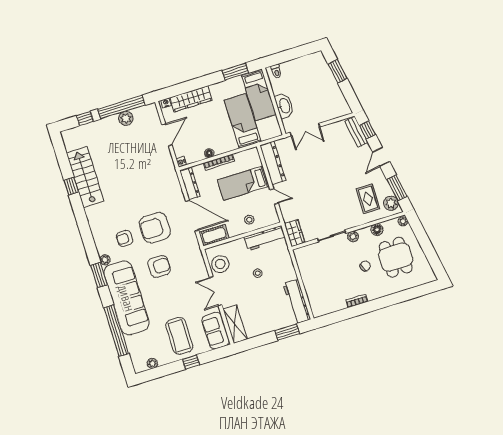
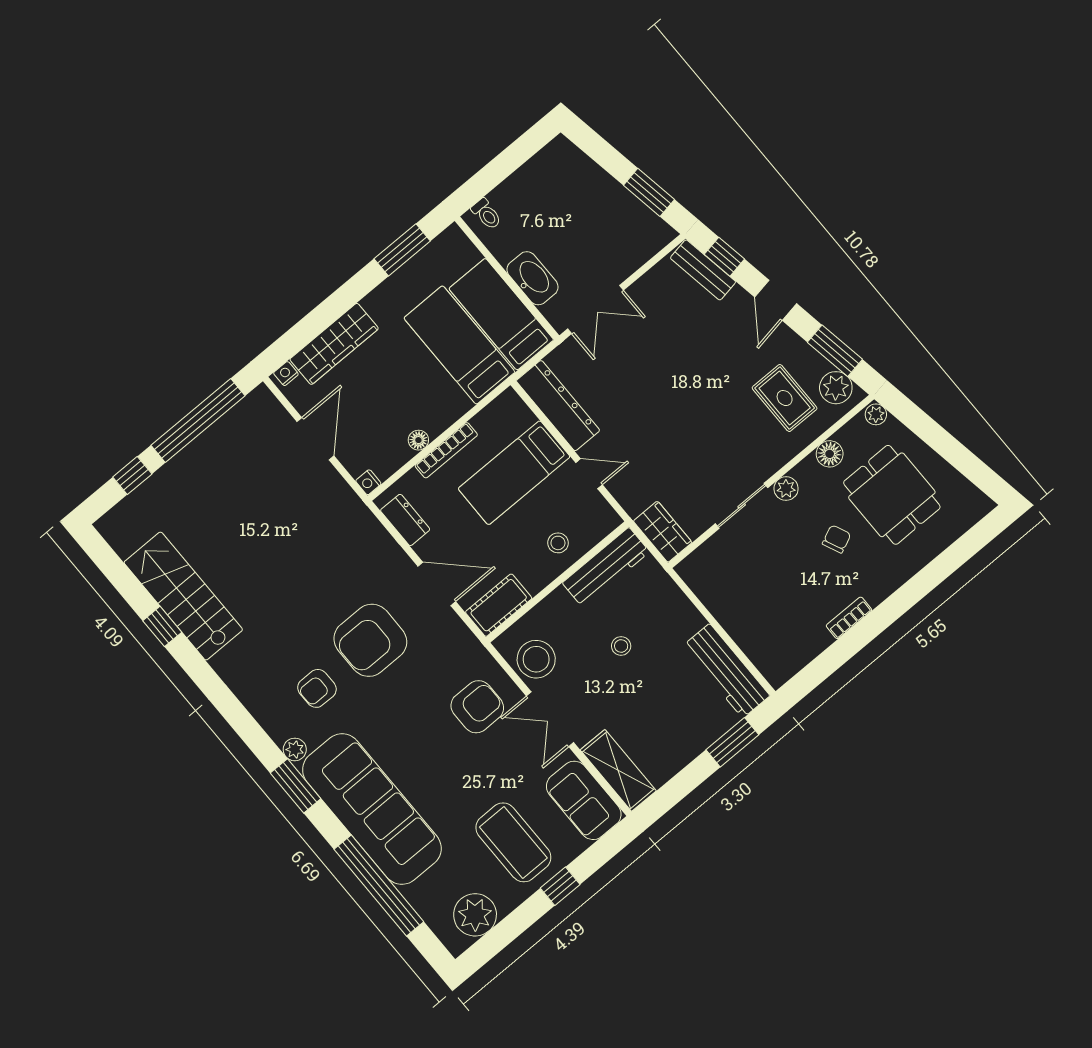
window: (337, 71) -> (649, 192), moved
bed: (259, 95) -> (501, 314), moved, turned 180
plant: (126, 118) -> (217, 440), removed
dresser: (190, 184) -> (405, 520), width x0.70
door: (192, 216) -> (437, 584), width x0.73
armchair: (159, 266) -> (477, 707), moved
plant: (152, 363) -> (475, 915), width x1.87, depth x1.87

